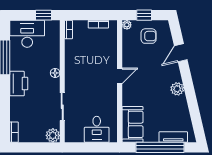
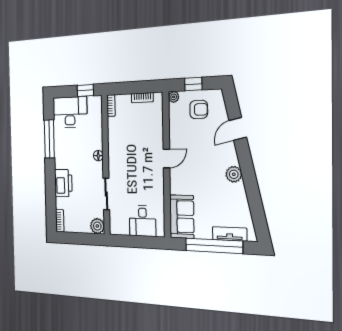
printer: (19, 84) -> (63, 183), moved

